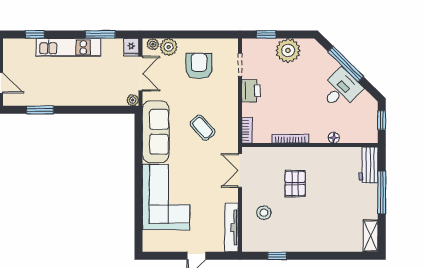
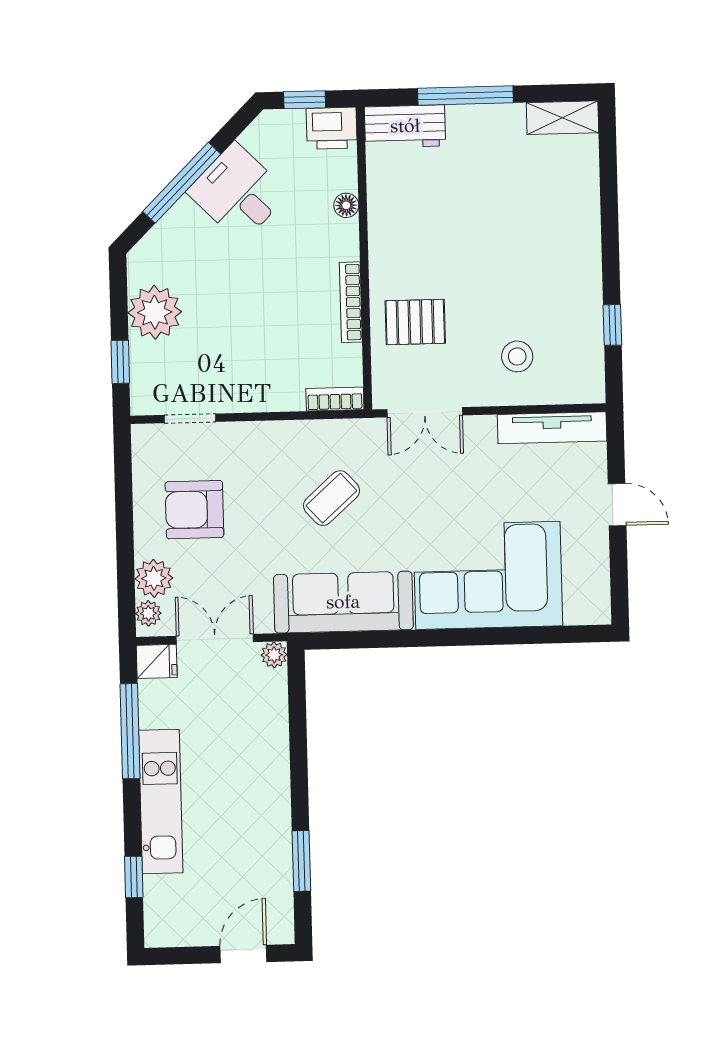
window: (100, 34) -> (130, 731), width x1.44
printer: (251, 91) -> (332, 128), moved, turned 180
pallet: (295, 183) -> (415, 322), moved

